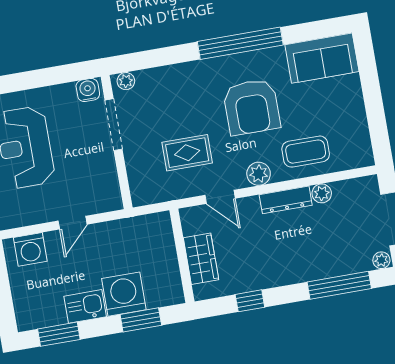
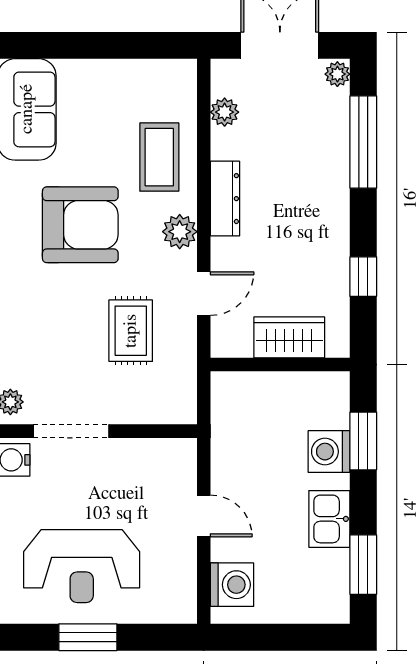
plant: (322, 193) -> (225, 112), moved
washing machine: (124, 294) -> (329, 452), width x0.73, depth x0.73

